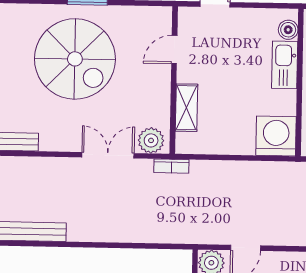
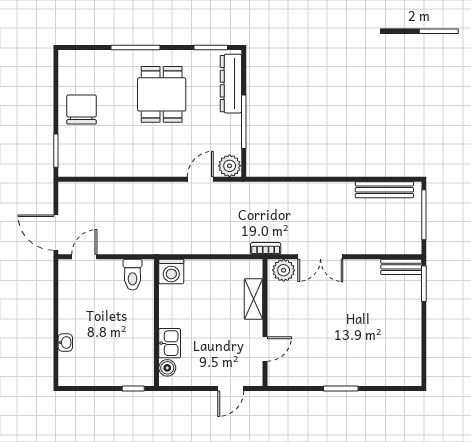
spiral stairs: (75, 59) -> (351, 339), removed
kitchen sink: (285, 65) -> (170, 343), width x0.73
washing machine: (276, 136) -> (171, 271), width x0.73, depth x0.73

